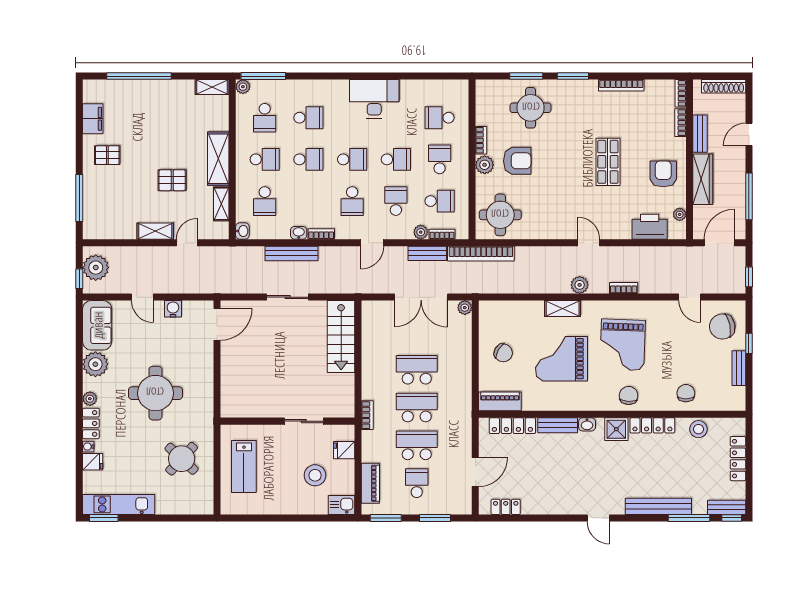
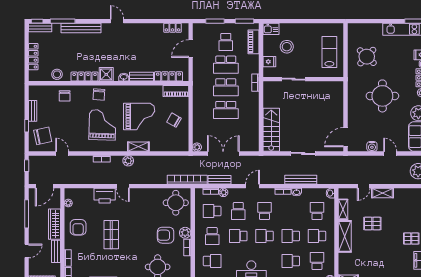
printer: (650, 227) -> (105, 196), moved

